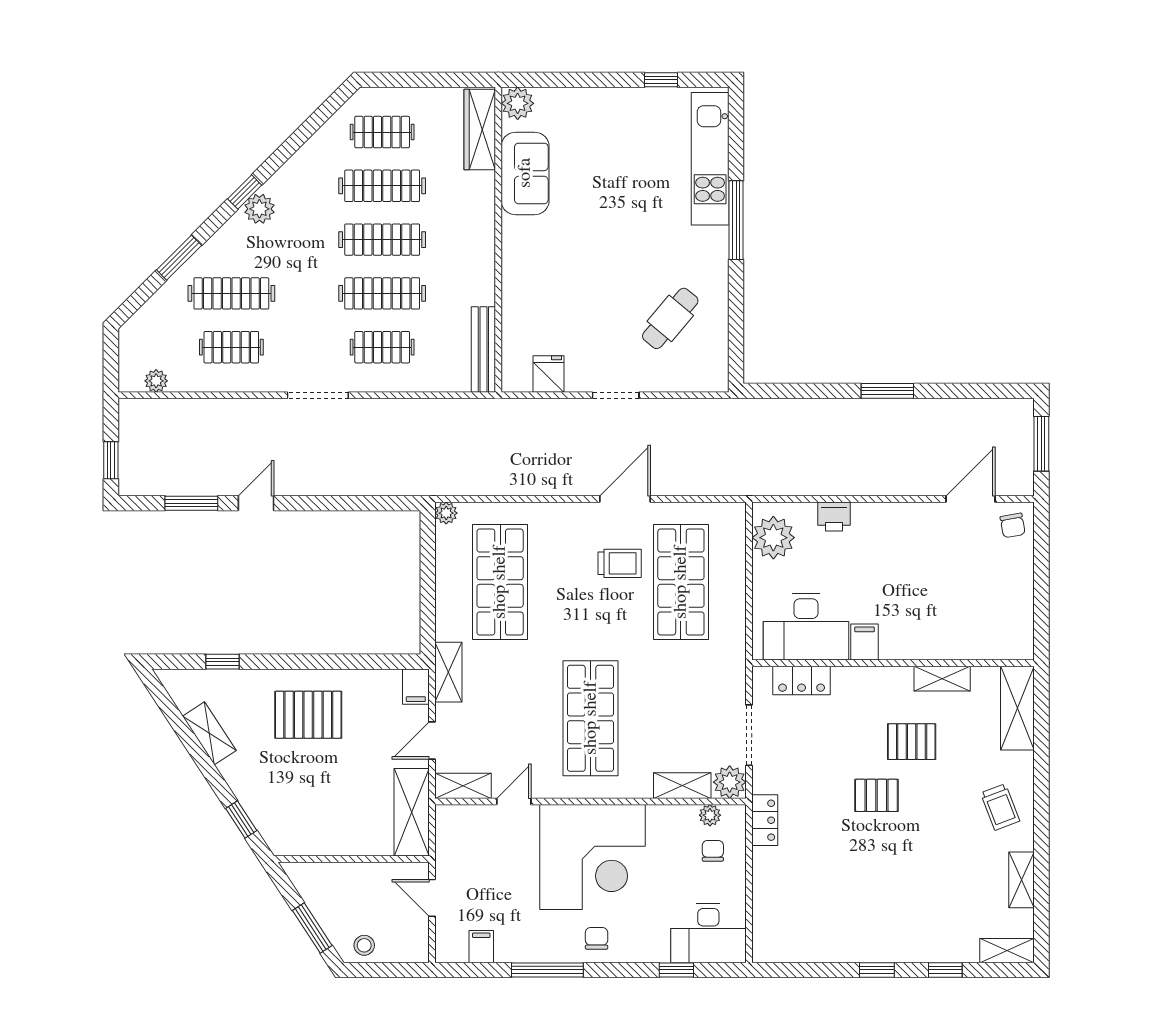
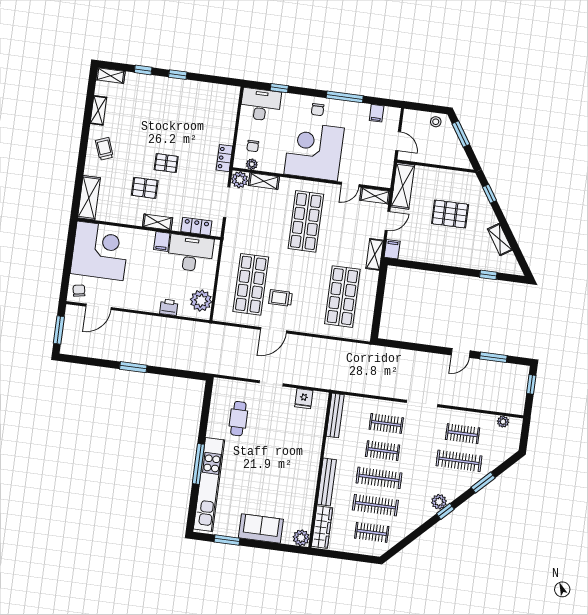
window: (661, 80) -> (227, 540), width x1.50
kitchen unit: (710, 159) -> (209, 484), width x1.36
sofa: (525, 173) -> (261, 529), moved, turned 90
bench: (483, 218) -> (327, 482), added
clothes rail: (382, 293) -> (383, 451), width x0.73
cafe table: (670, 318) -> (238, 419), turned -40
plant: (446, 513) -> (365, 335), removed
corner desk: (982, 608) -> (100, 251), added
shelving: (942, 679) -> (158, 222), moved
pallet: (308, 715) -> (450, 214), moved

